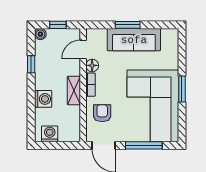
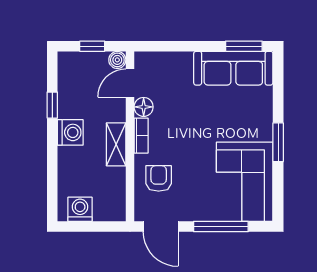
window: (128, 25) -> (244, 46), moved
boiler: (40, 34) -> (117, 60), moved
sofa: (134, 40) -> (233, 68), moved
washing machine: (43, 99) -> (70, 132), moved
corner sofa: (153, 106) -> (245, 182), width x0.73, depth x0.74

